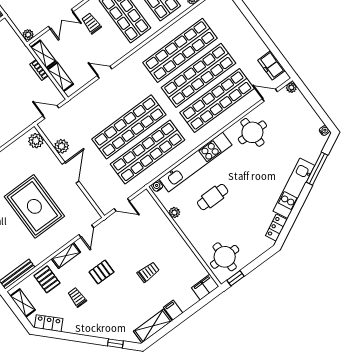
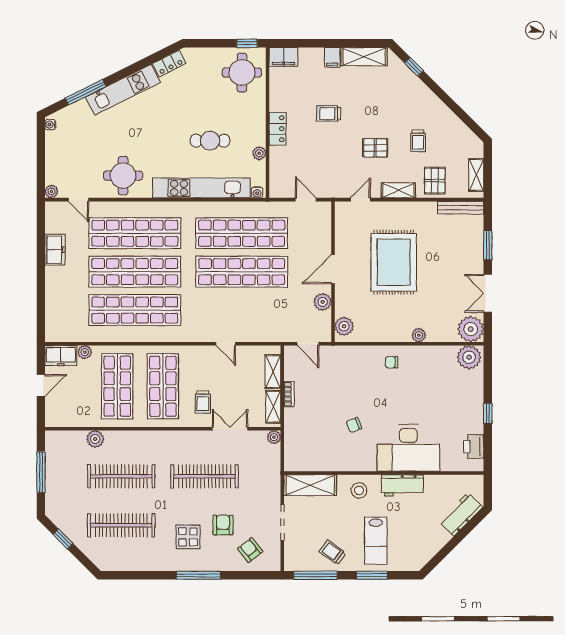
freezer: (271, 65) -> (55, 250), moved
locker: (49, 323) -> (278, 129), moved, turned -135

